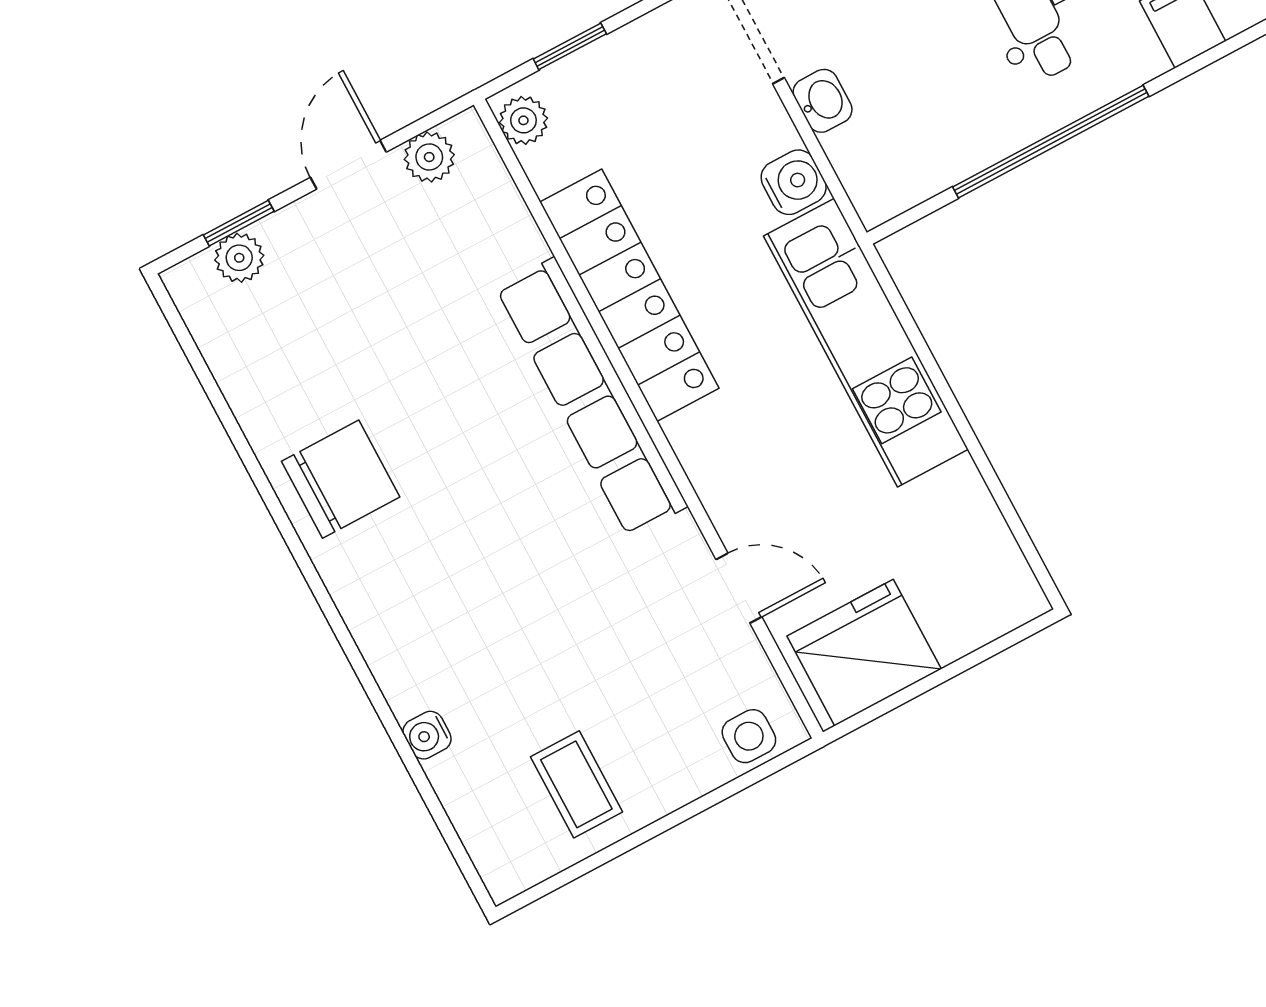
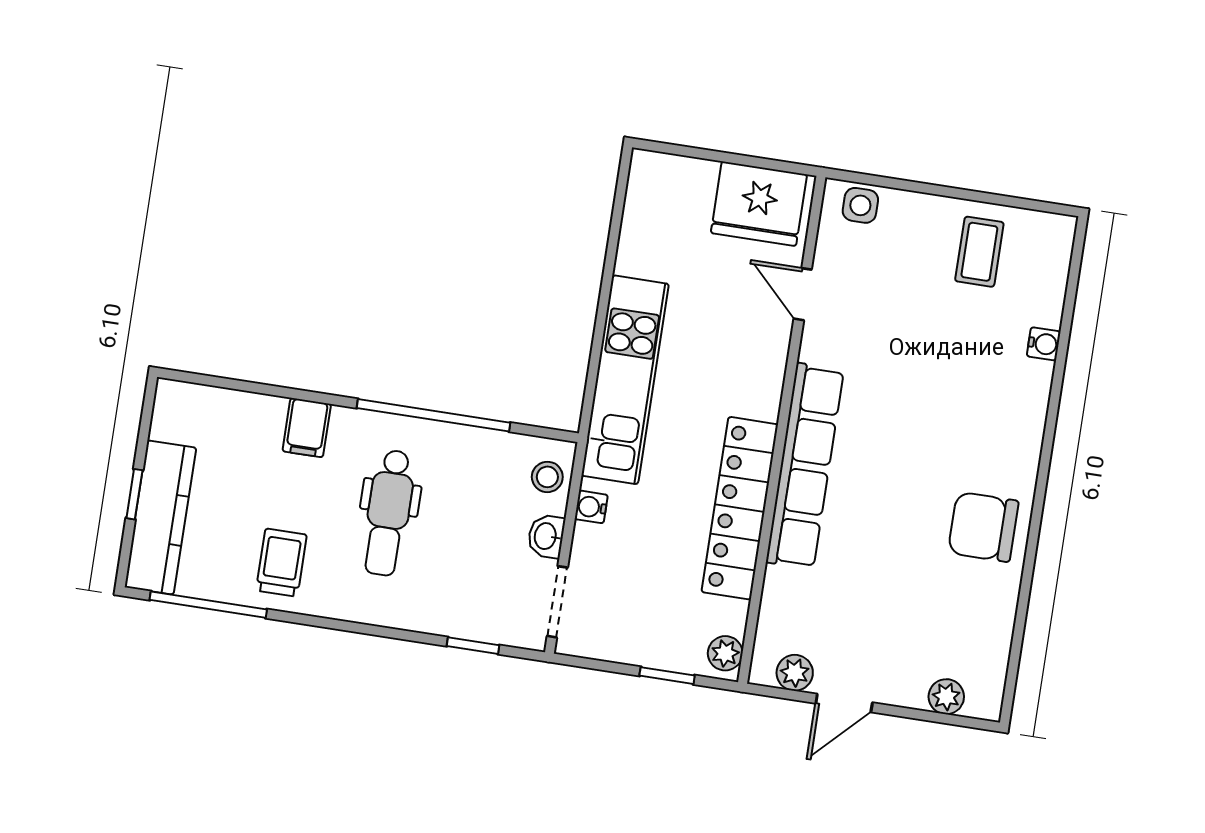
stool: (871, 168) -> (547, 477), added
water cooler: (794, 182) -> (591, 507), width x0.72, depth x0.72
window: (239, 223) -> (932, 717), removed

